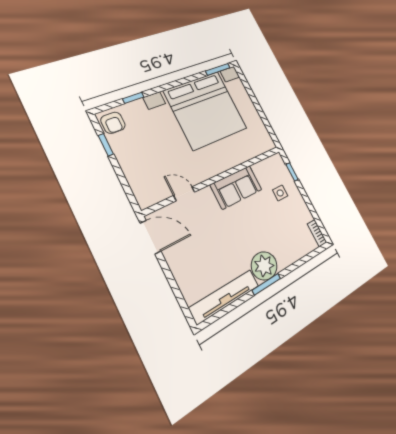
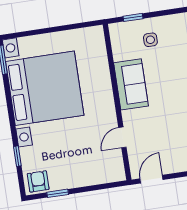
armchair: (113, 123) -> (38, 181), turned -90
door: (150, 237) -> (152, 179), width x0.73

